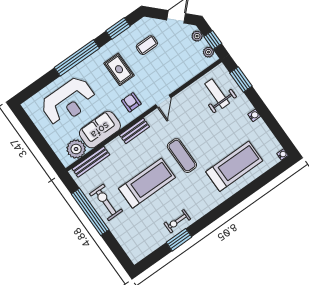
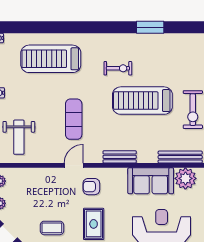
armchair: (131, 102) -> (91, 187), moved, turned 90
exercise mat: (182, 156) -> (74, 119), moved
exercise bike: (177, 221) -> (118, 68), moved

